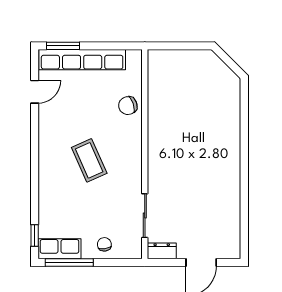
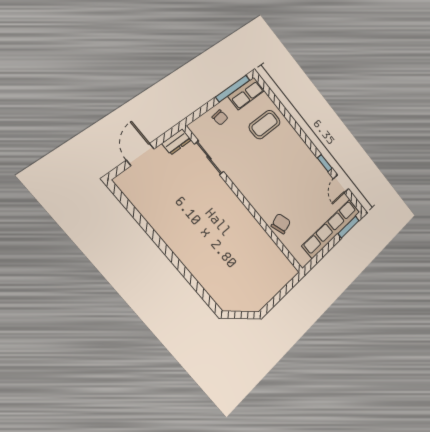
coffee table: (89, 160) -> (265, 124), moved, turned -66
window: (35, 235) -> (325, 163), moved

